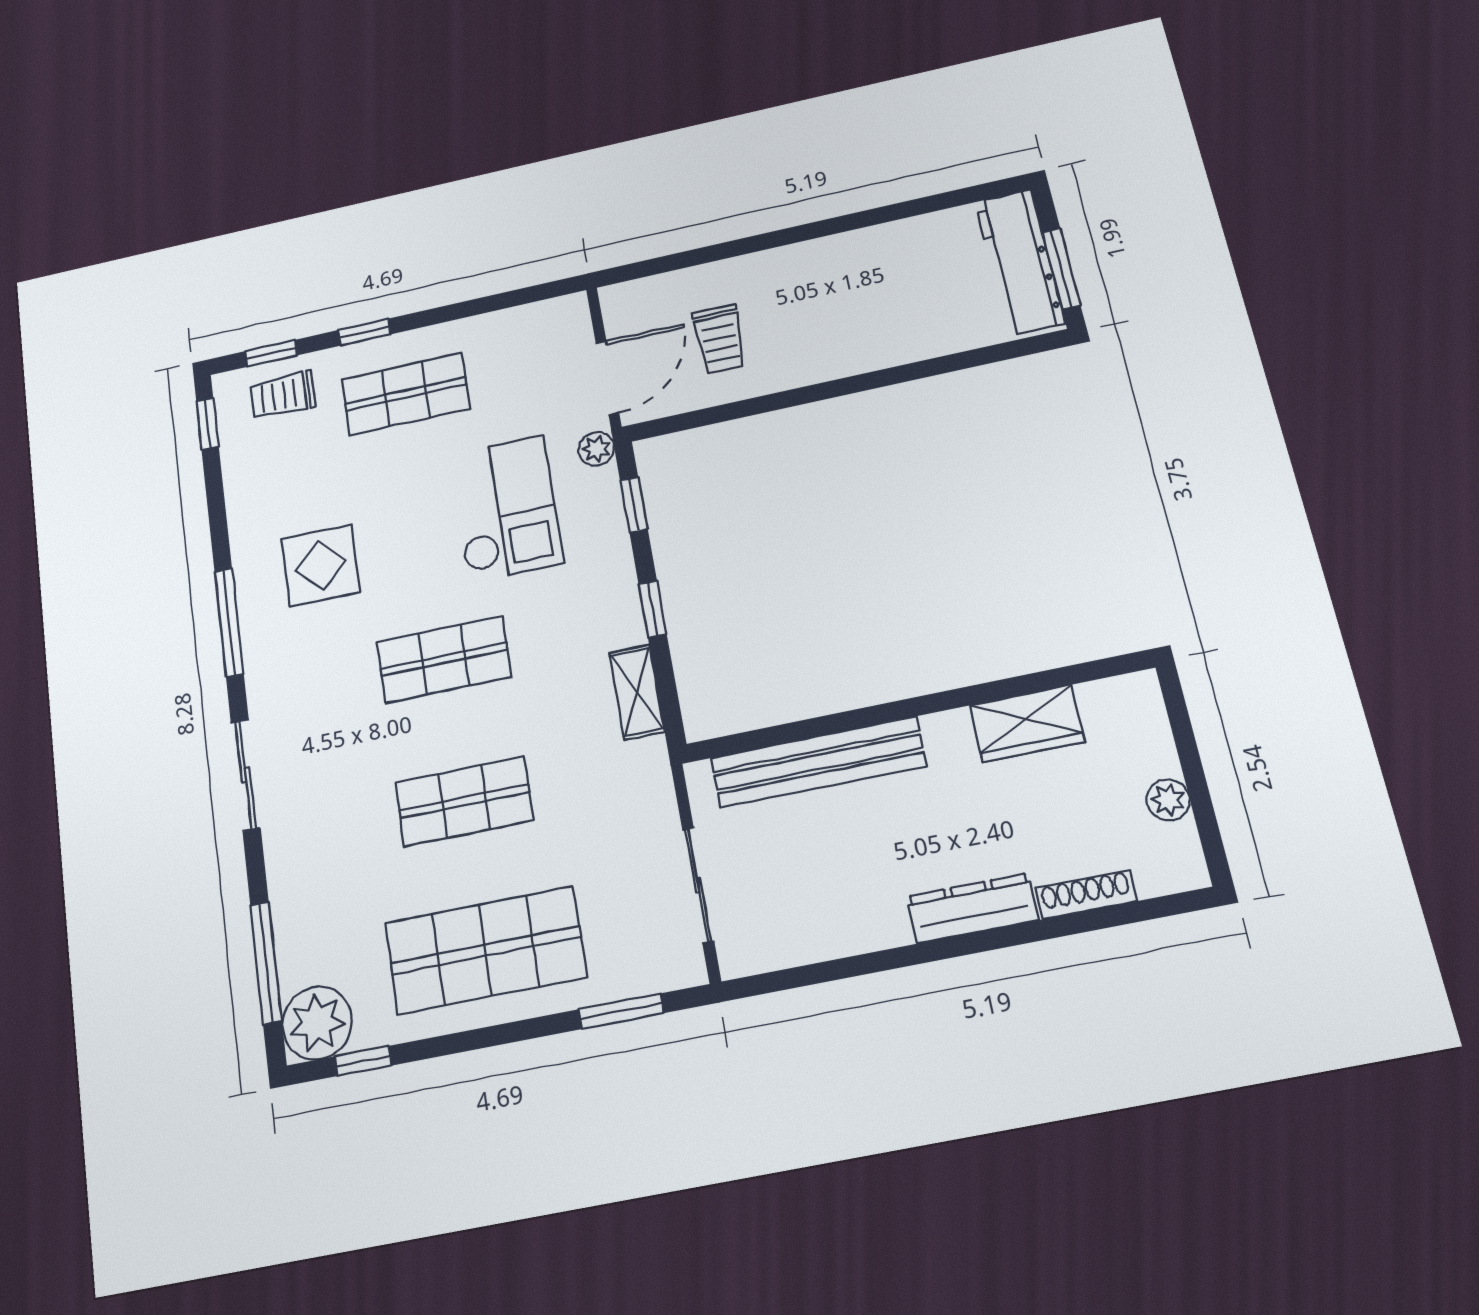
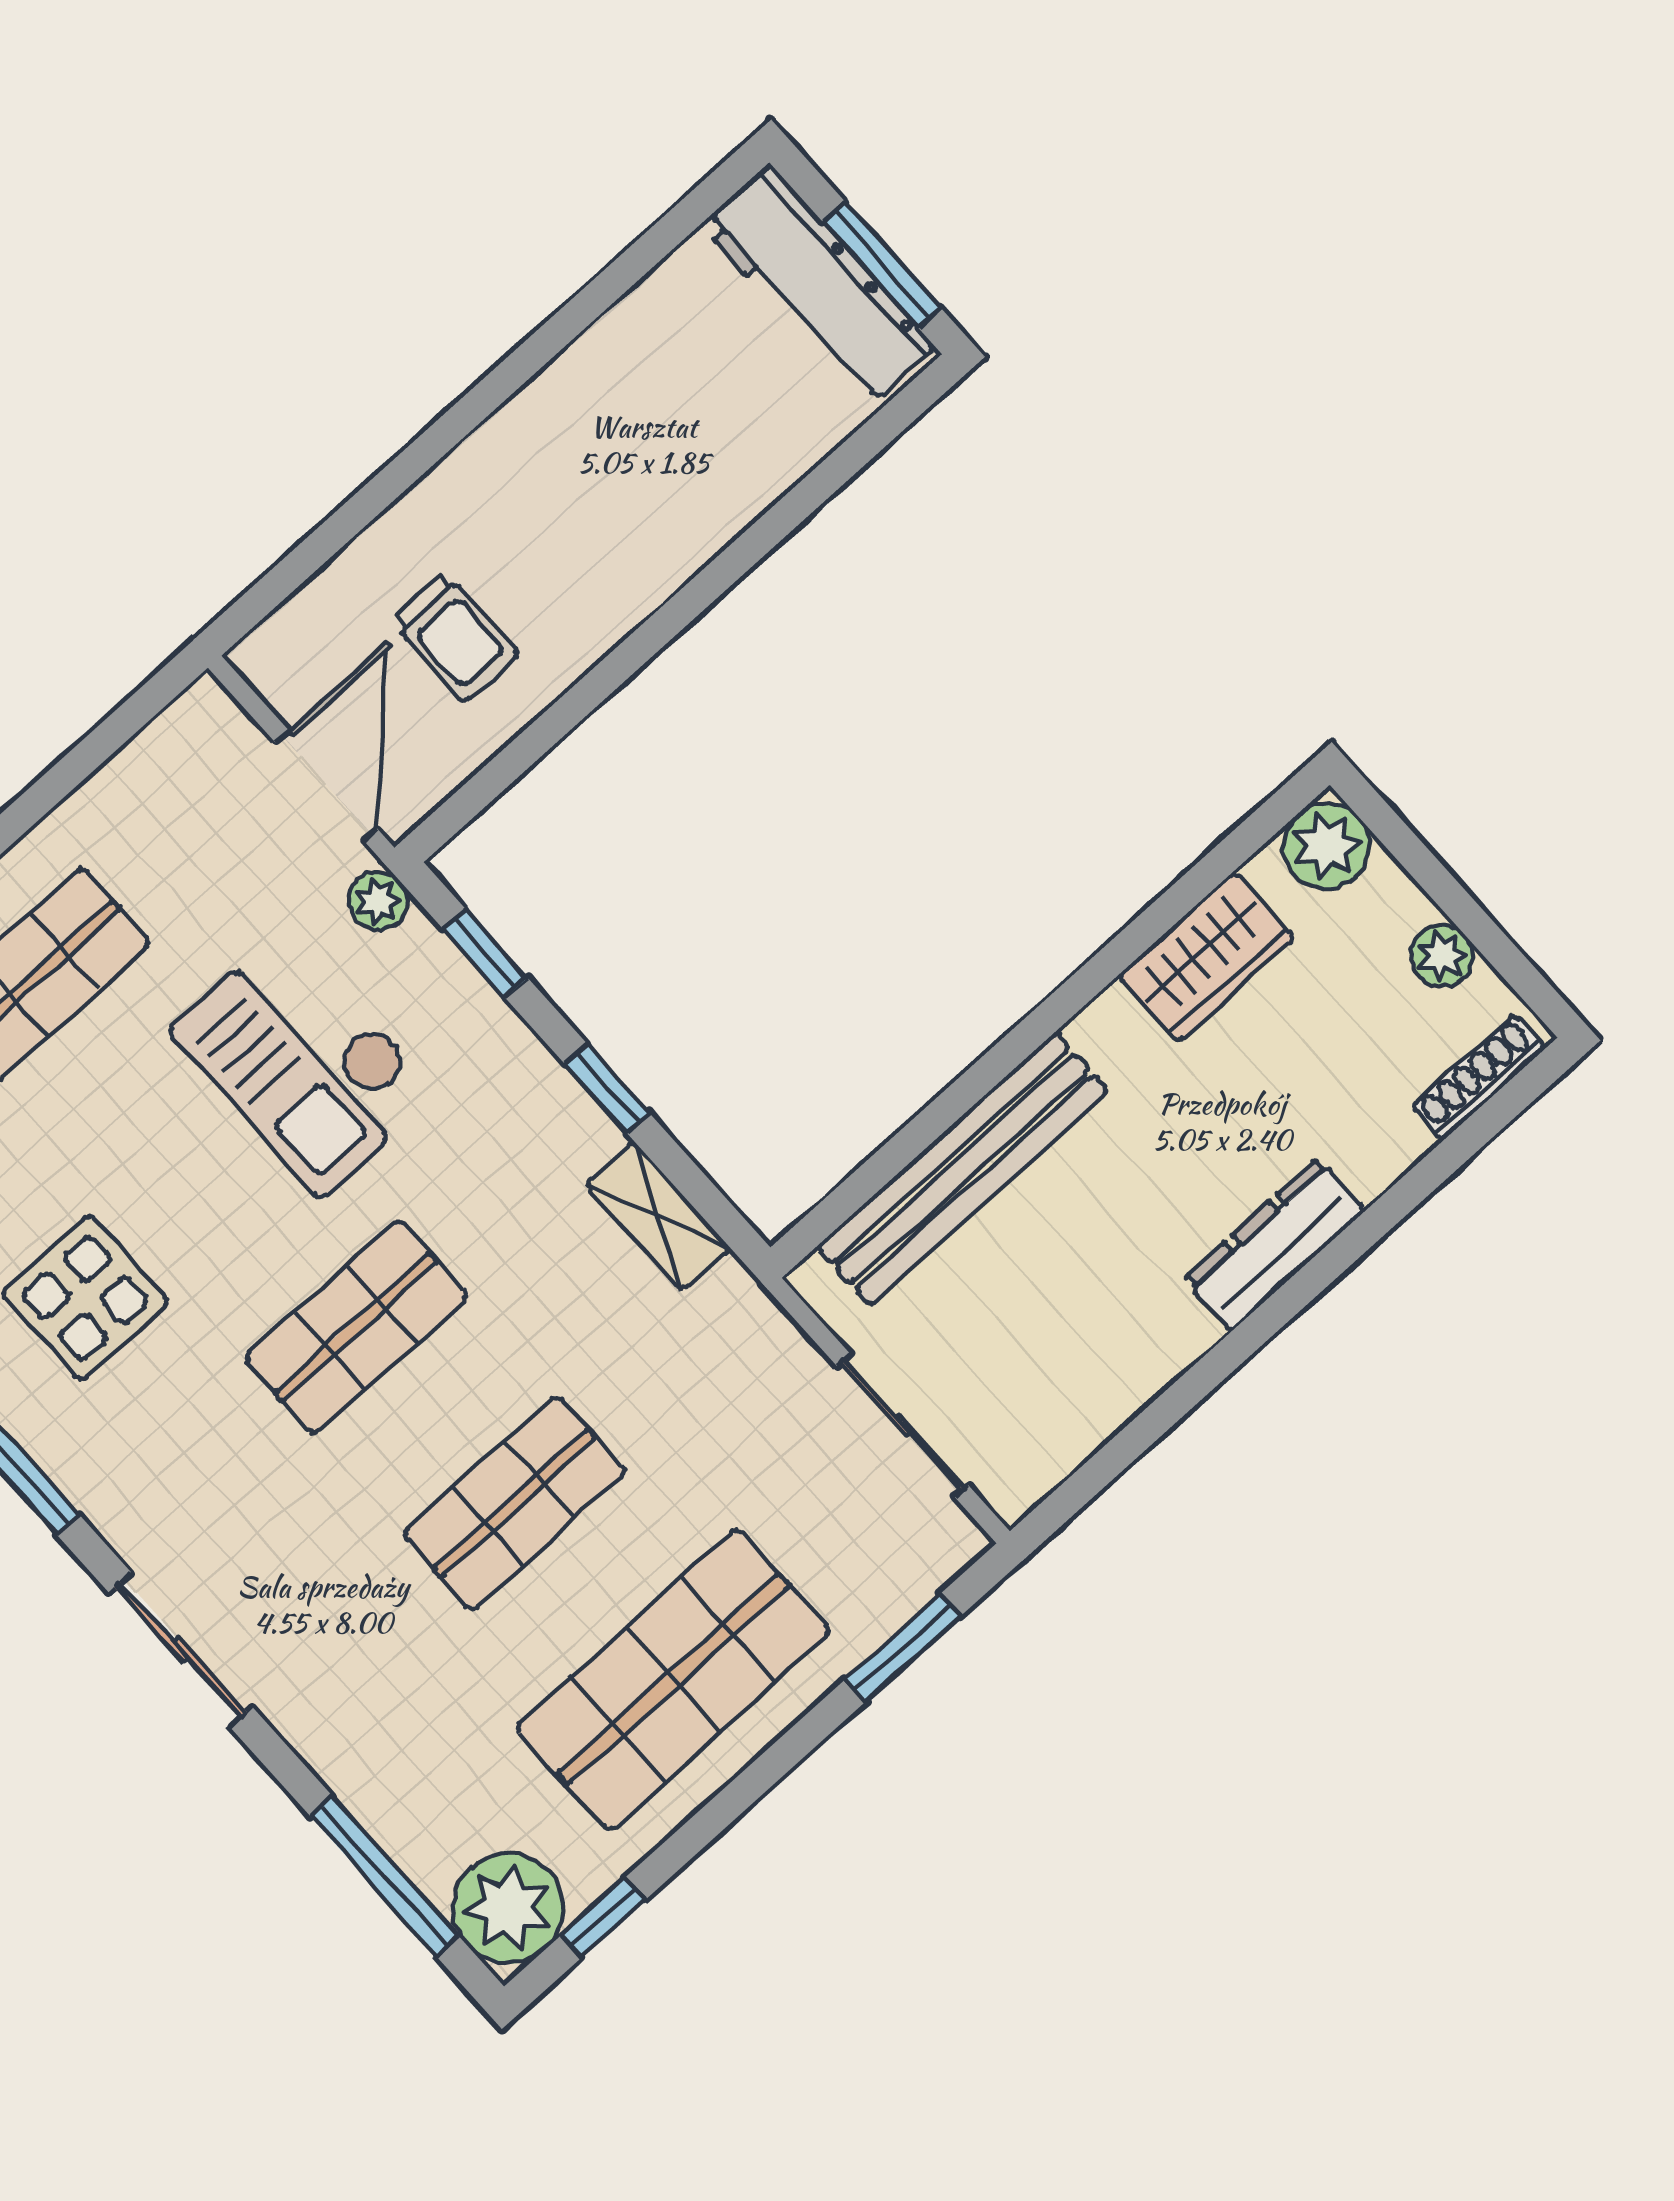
checkout: (506, 509) -> (303, 1062), turned 180
plant: (1134, 700) -> (1326, 846), added
shoe rack: (1086, 895) -> (1479, 1077), moved

